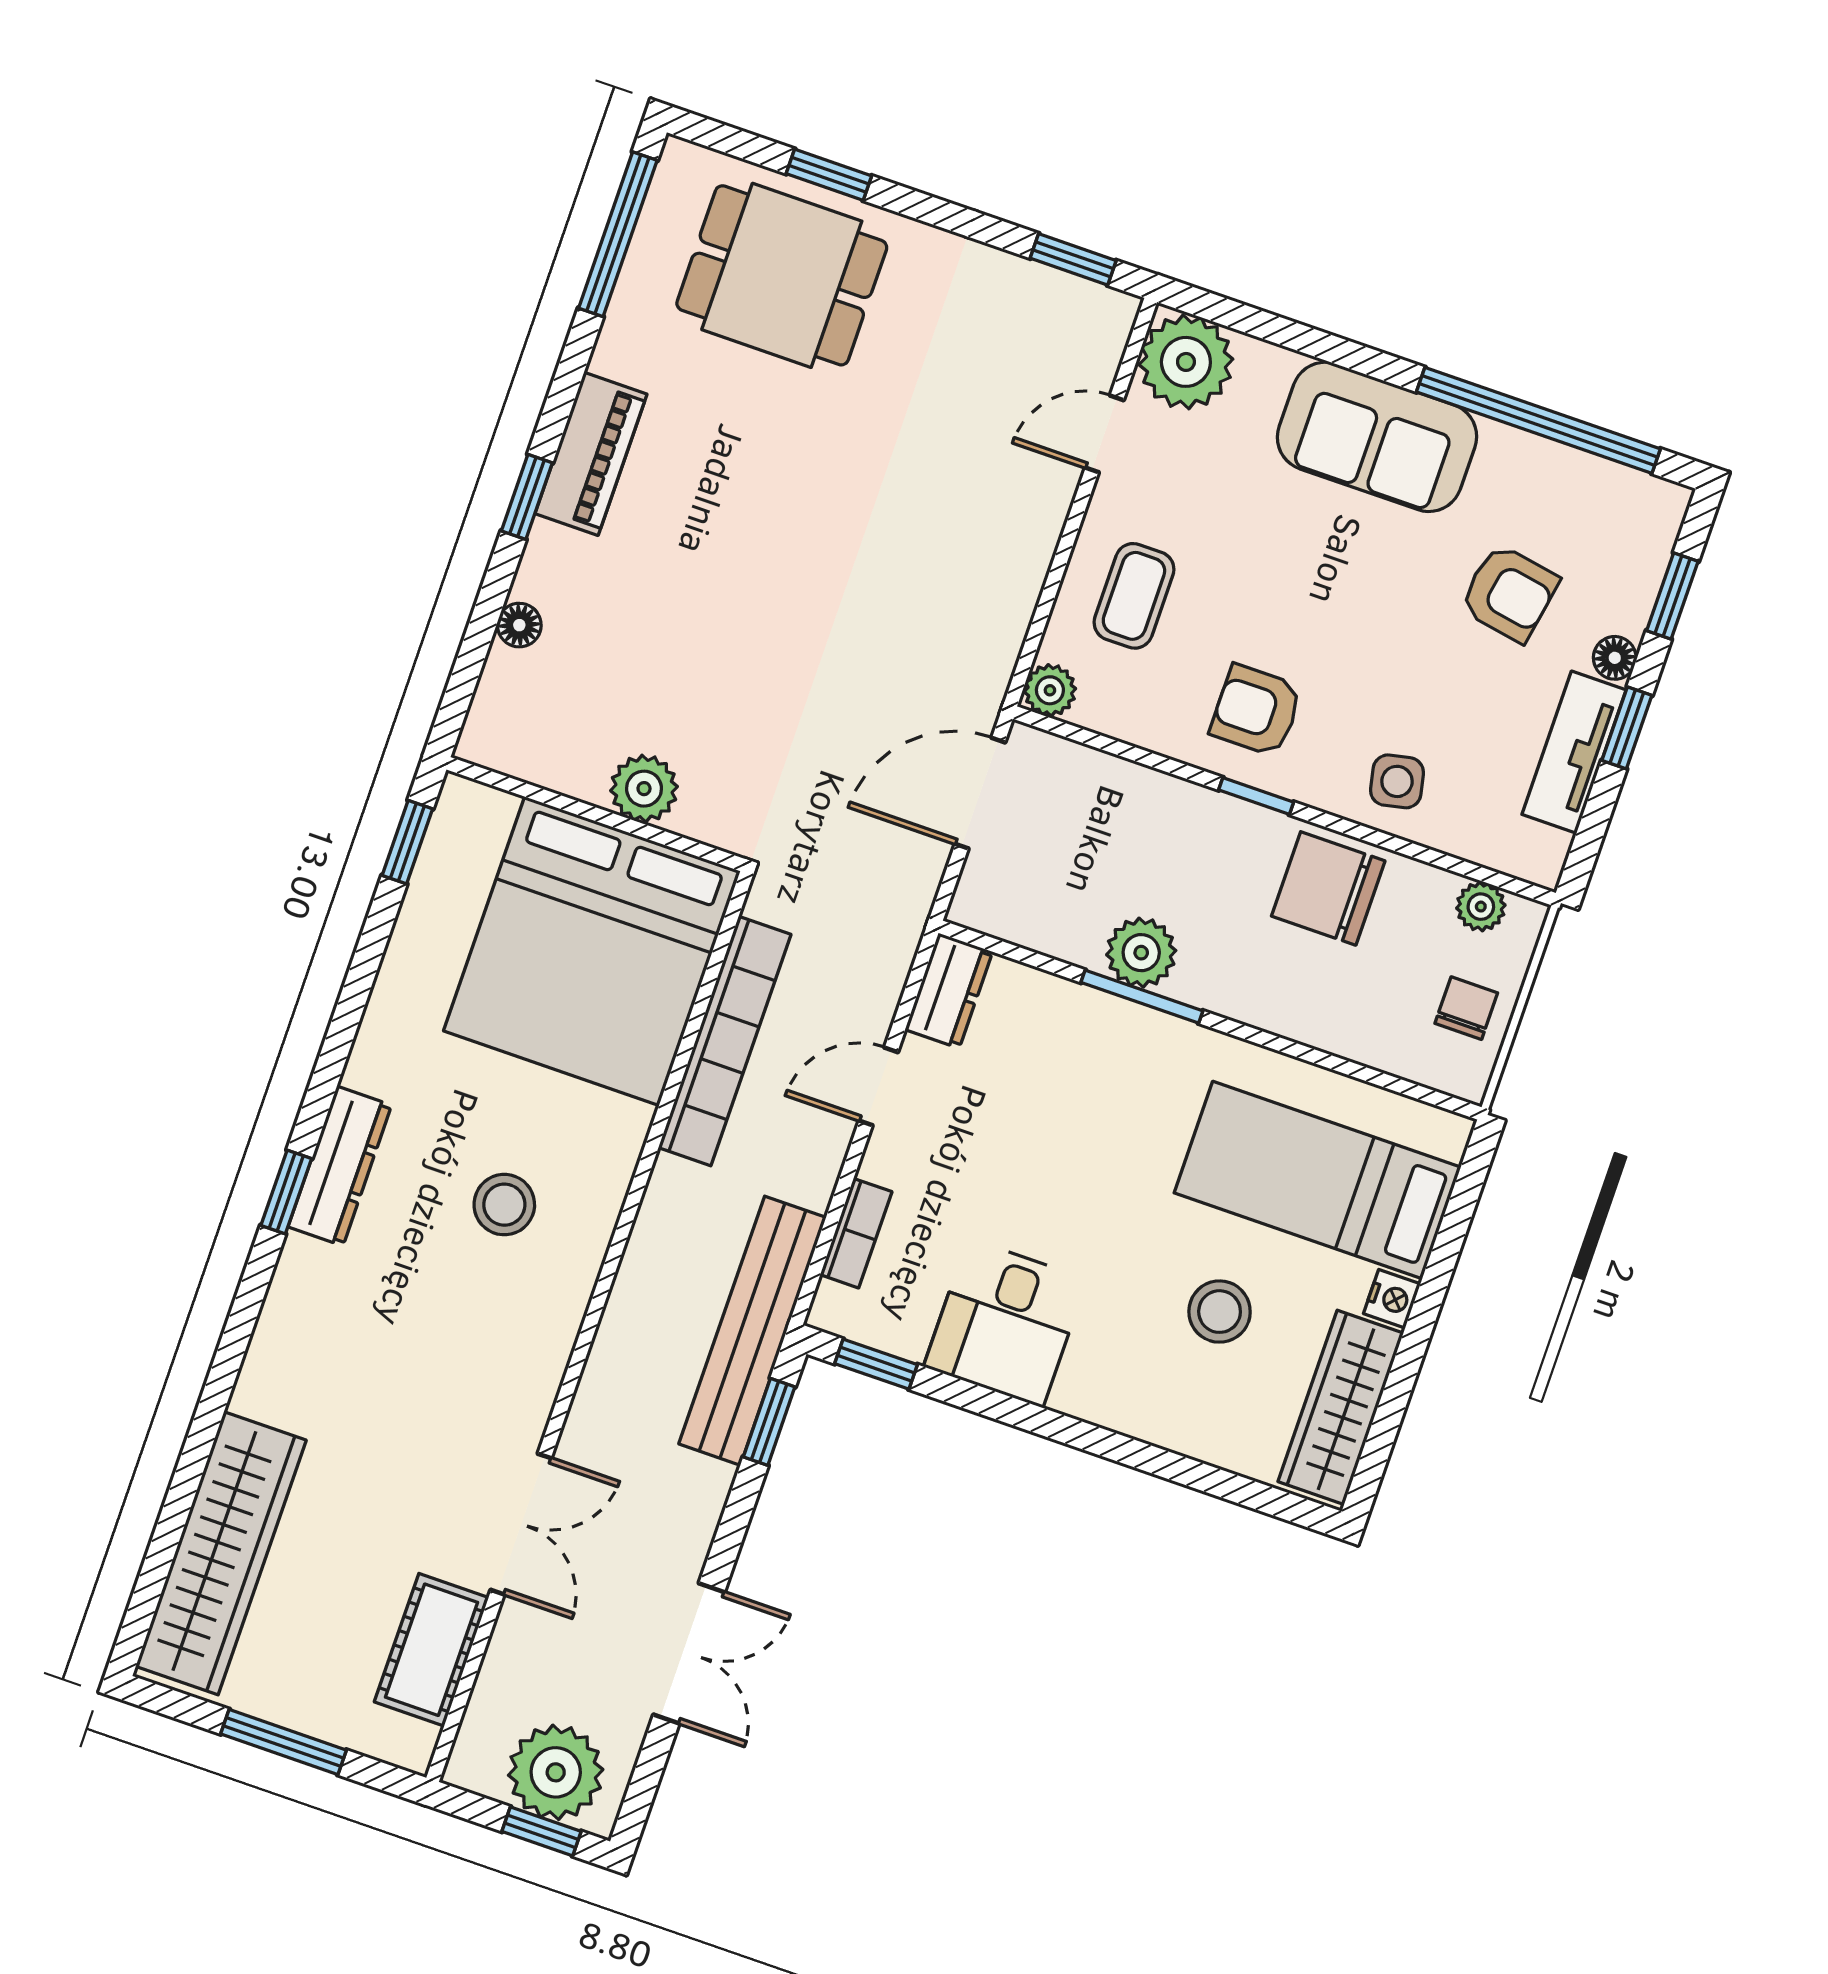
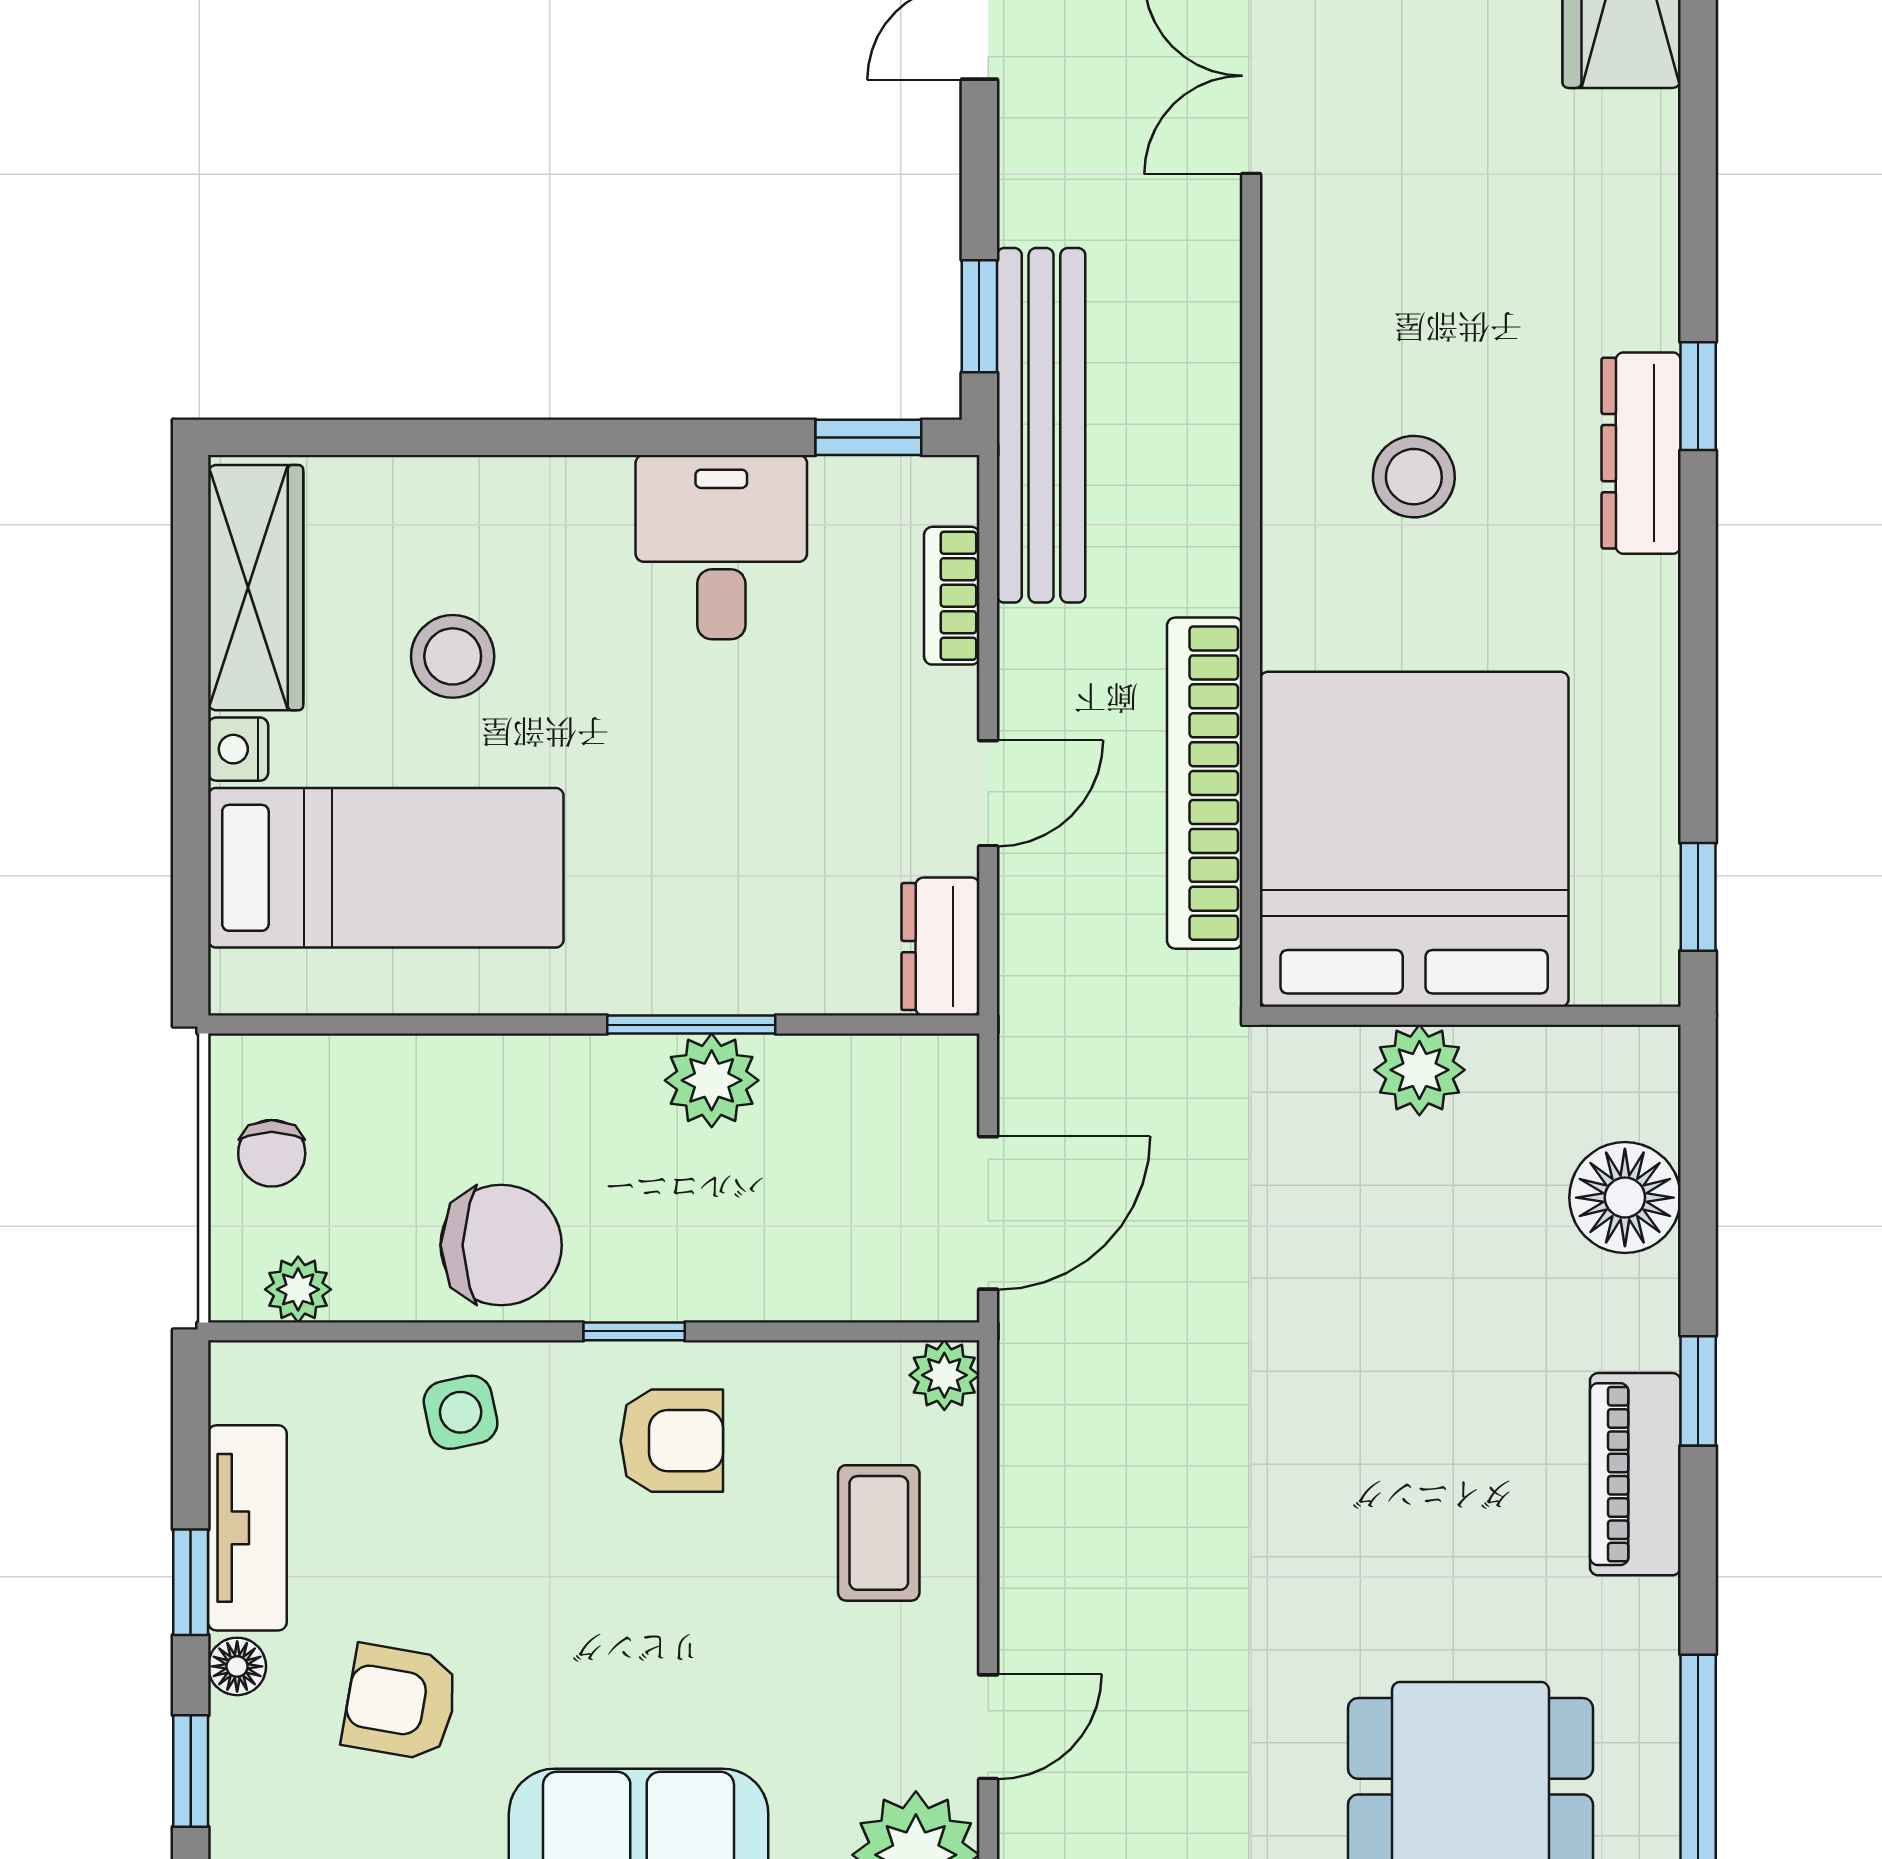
floor lamp: (519, 625) -> (1625, 1198), width x1.89, depth x1.89

